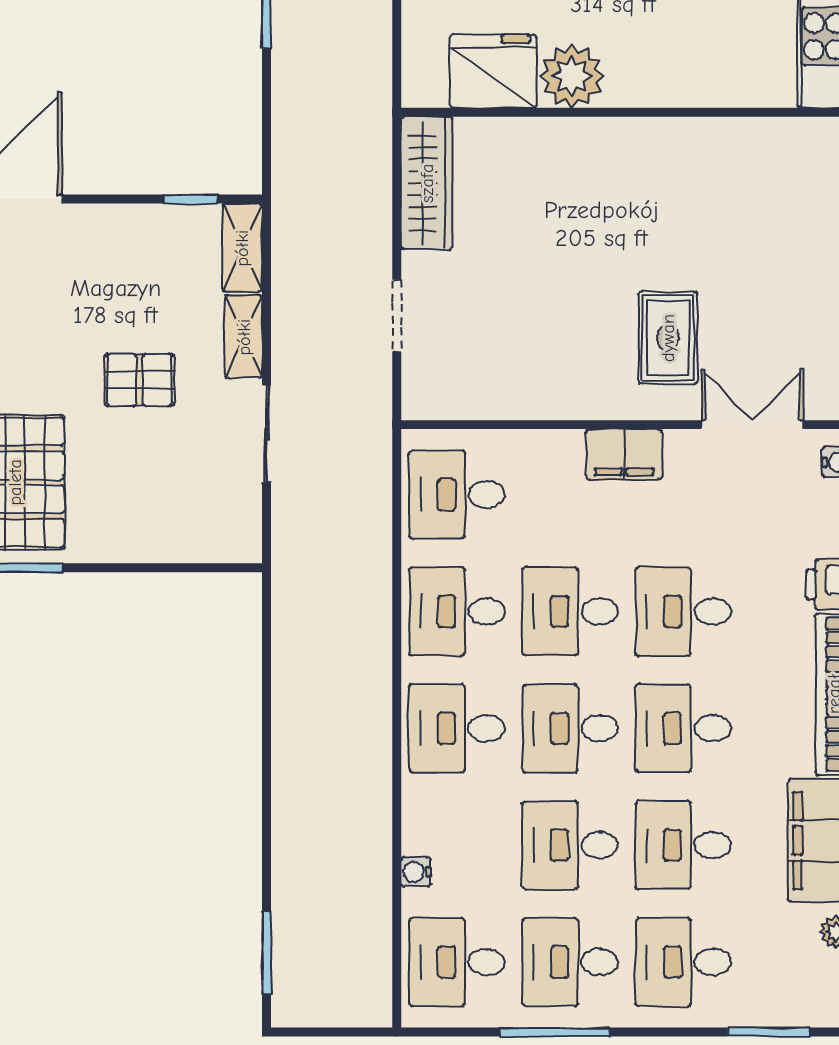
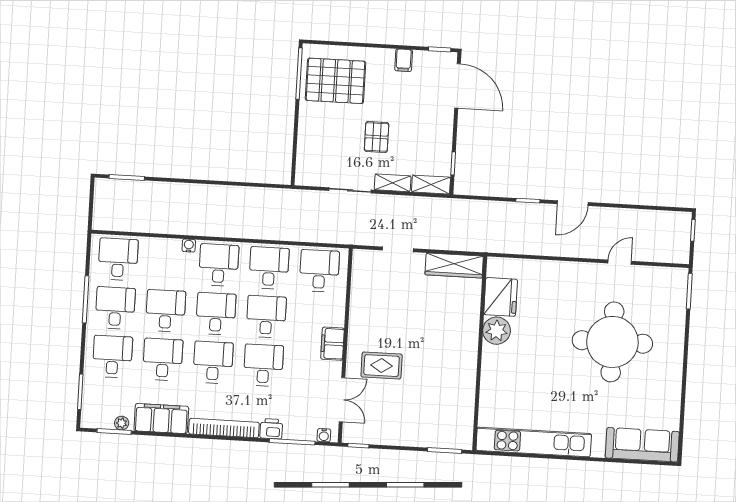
water cooler: (416, 872) -> (189, 246), moved

